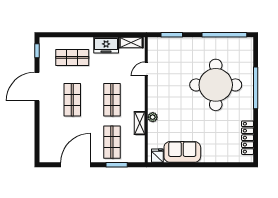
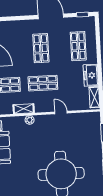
door: (146, 69) -> (61, 113), moved
shop shelf: (72, 100) -> (41, 48), turned 90

